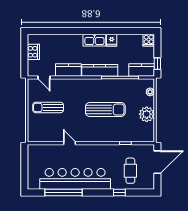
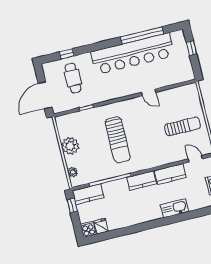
kitchen sink: (94, 40) -> (174, 208), moved
fridge: (112, 40) -> (101, 226), moved
kitchen counter: (100, 70) -> (142, 181), width x0.67
sun lounger: (105, 110) -> (118, 140), turned -90
window: (24, 171) -> (191, 48), added
window: (119, 192) -> (67, 54), moved

